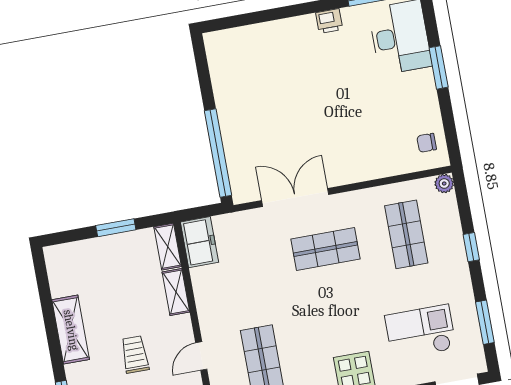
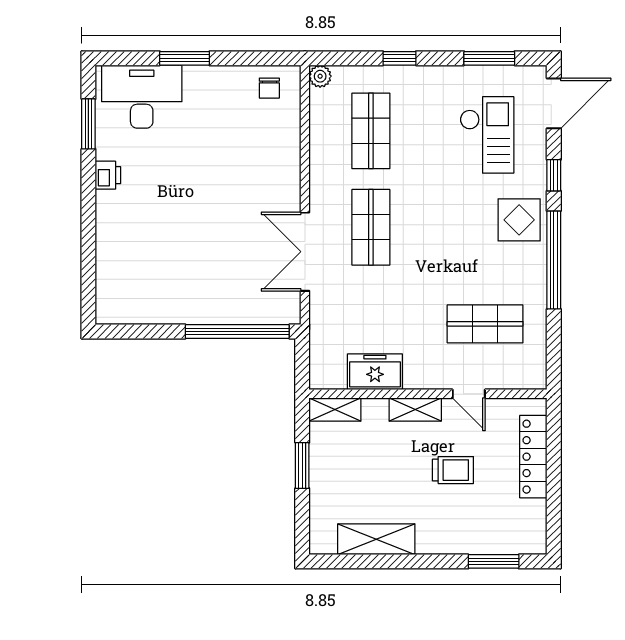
shop shelf: (406, 234) -> (371, 131), turned 90
freezer: (199, 242) -> (375, 372), moved
shelving: (176, 292) -> (415, 410), moved
shelving: (71, 330) -> (376, 539), moved
checkout: (420, 332) -> (487, 135), turned 180
trolley: (135, 355) -> (453, 470), turned 180

